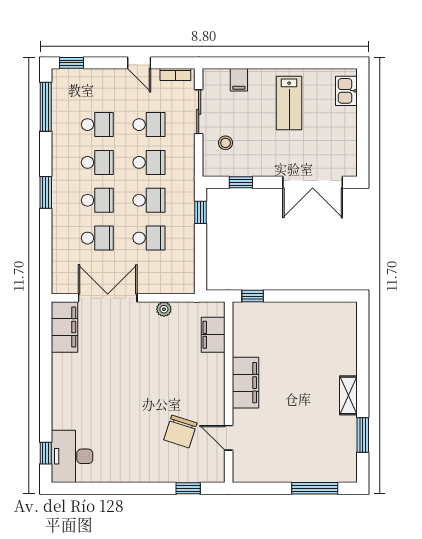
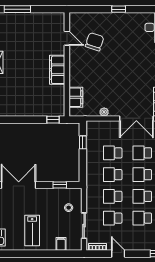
lab bench: (289, 103) -> (32, 231), turned 180
window: (201, 212) -> (83, 142), moved
window: (188, 488) -> (119, 9), moved

